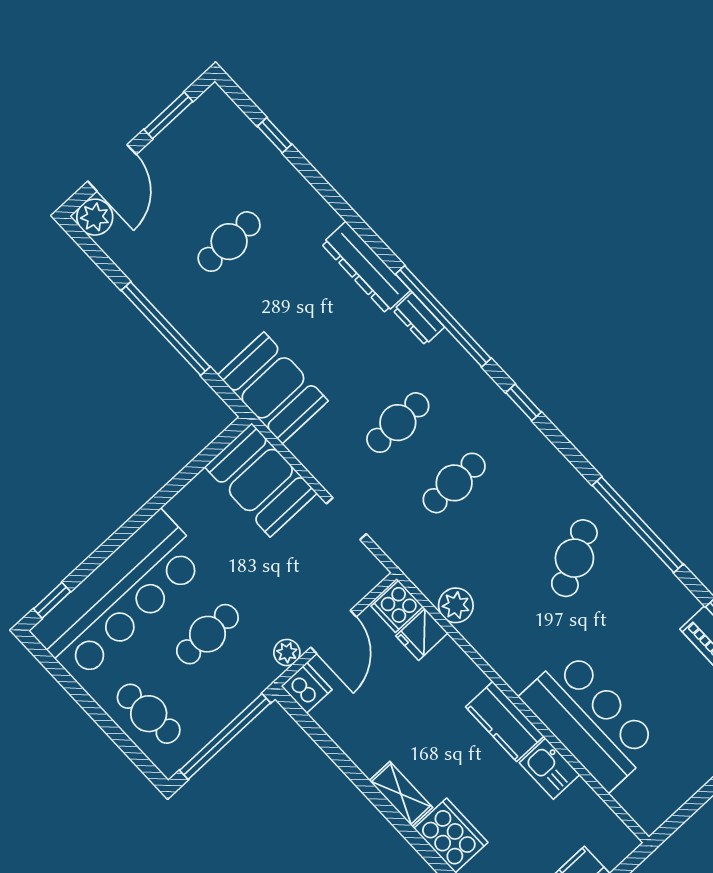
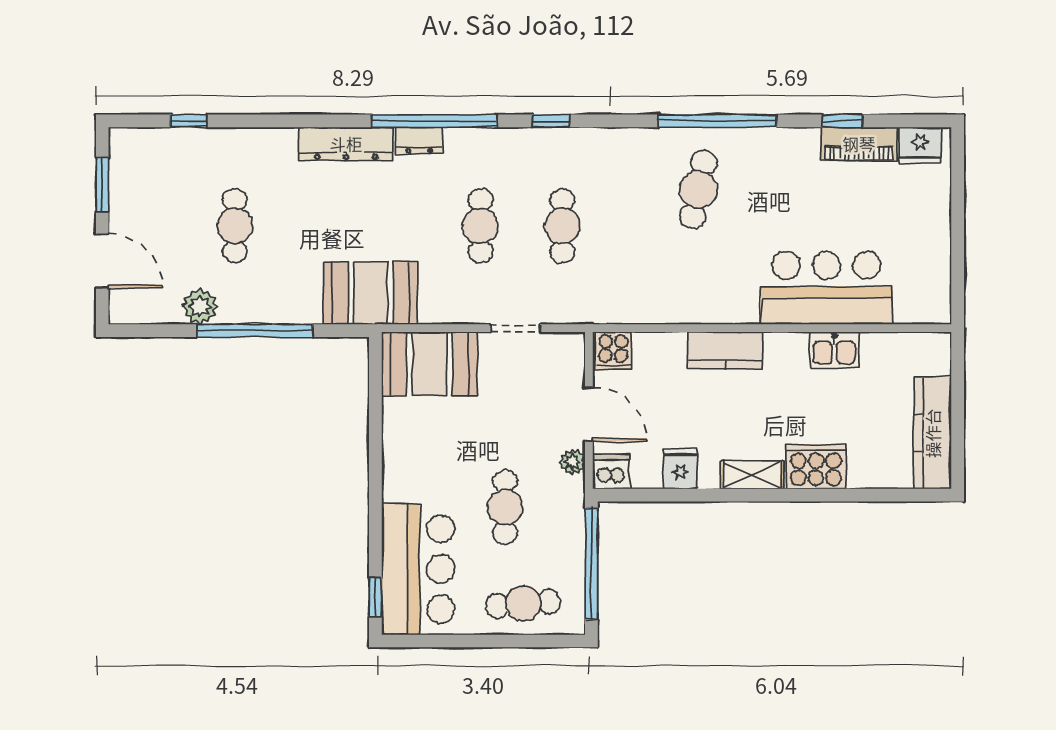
plant: (95, 217) -> (200, 307), moved
cafe table: (574, 558) -> (698, 189), turned 39
bar counter: (119, 596) -> (418, 569), width x0.73
plant: (456, 605) -> (652, 307), removed
fridge: (422, 635) -> (680, 469), moved, turned 180
kitchen counter: (505, 722) -> (726, 351), moved

